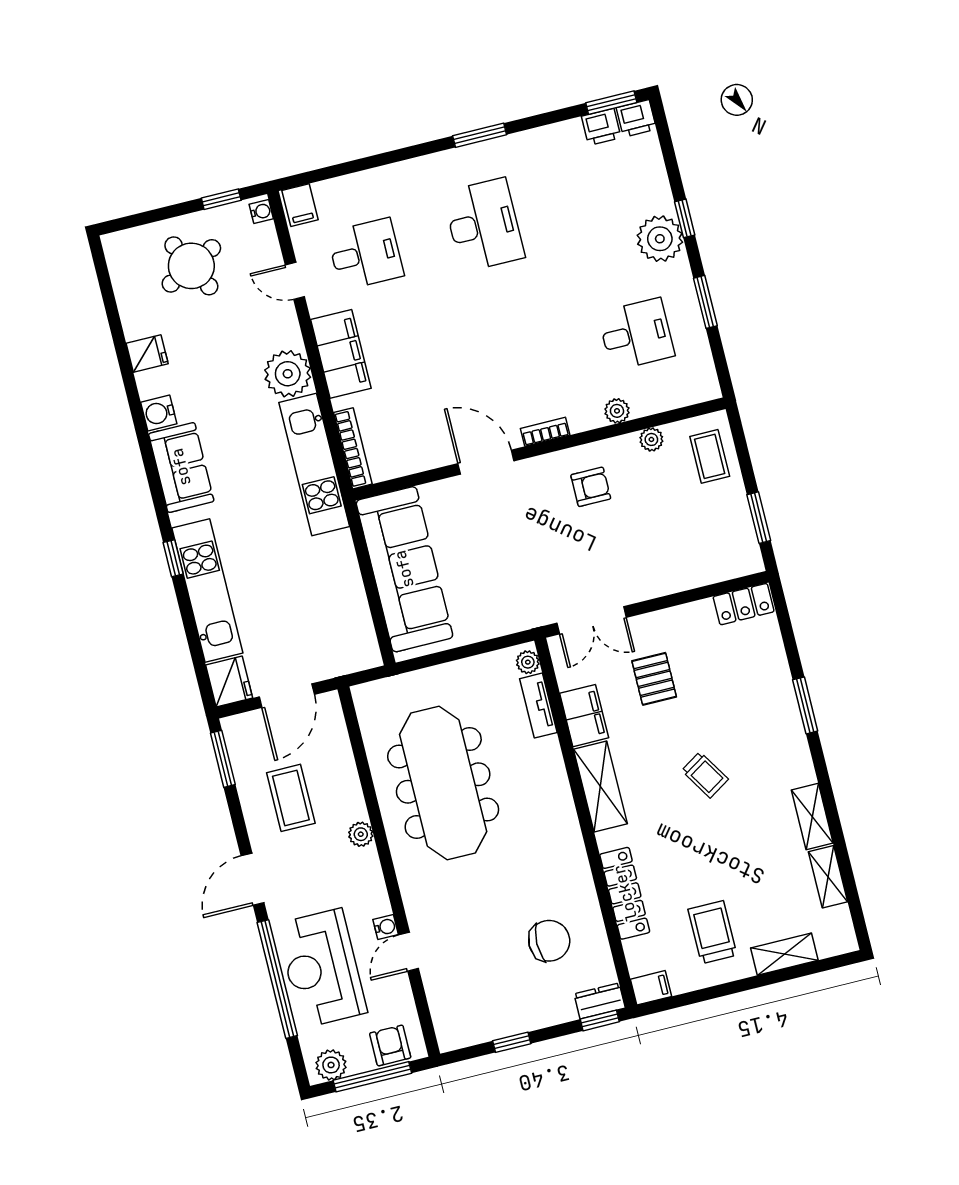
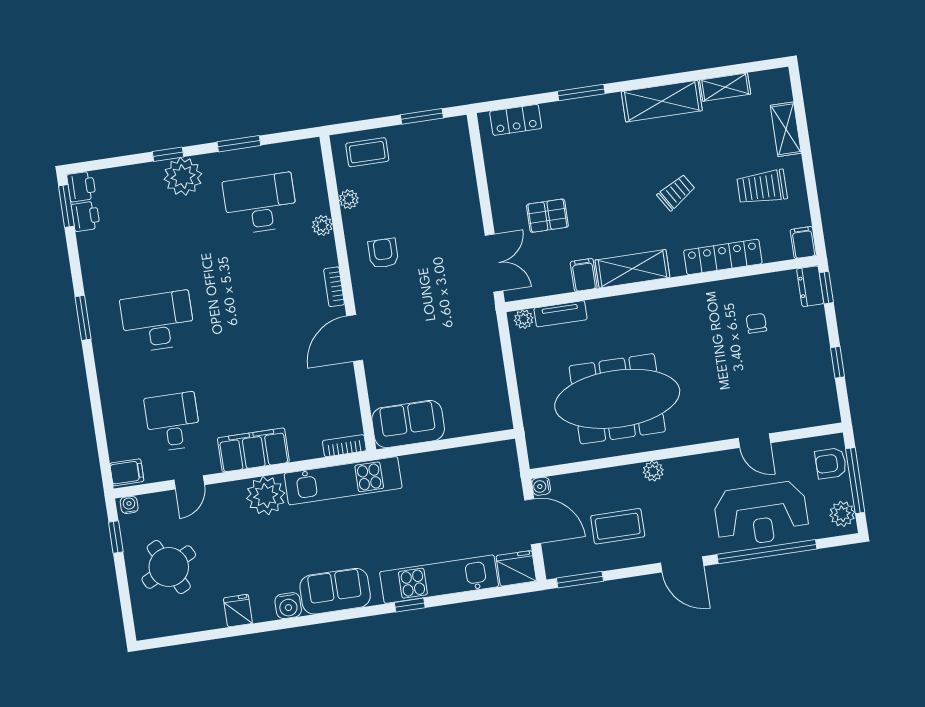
desk: (636, 334) -> (260, 204), width x1.37
bookcase: (353, 448) -> (344, 446), width x0.64
sofa: (404, 569) -> (408, 424), width x0.54, depth x0.79
locker: (744, 604) -> (516, 120), moved, turned 90
filing cabinet: (584, 716) -> (584, 275), width x0.50
trolley: (705, 775) -> (676, 192), moved
shelving: (812, 817) -> (662, 101), width x1.50, depth x1.33
water cooler: (386, 927) -> (541, 486), moved, turned -90
chair: (549, 941) -> (756, 323), width x0.54, depth x0.54

